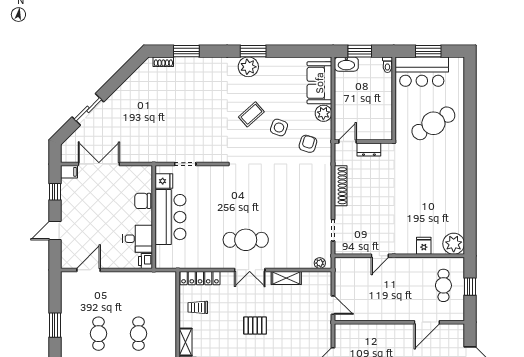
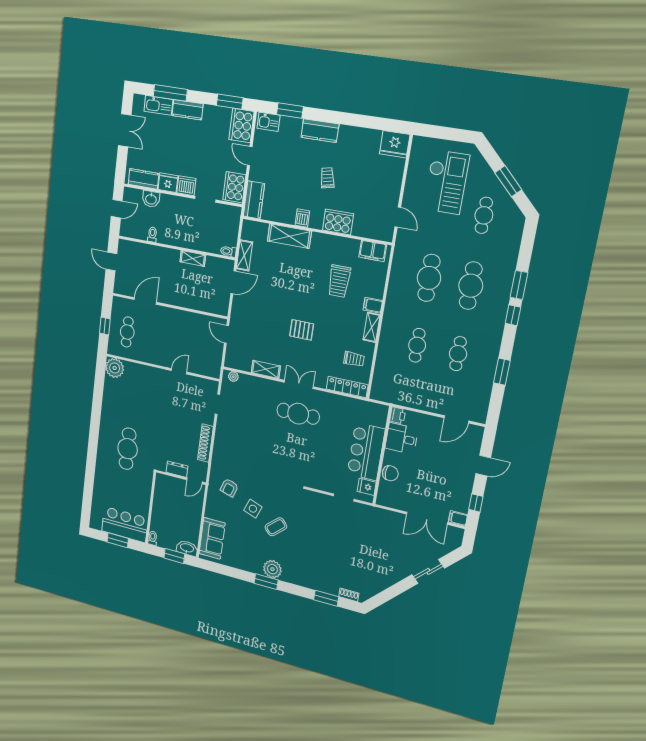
plant: (323, 113) -> (212, 511), removed
cafe table: (433, 123) -> (128, 449), moved, turned -58
fridge: (424, 246) -> (140, 372), removed

